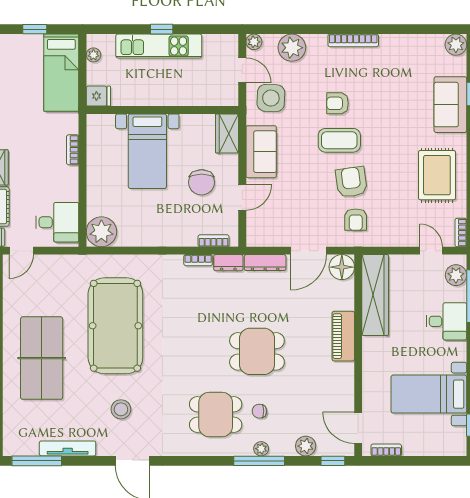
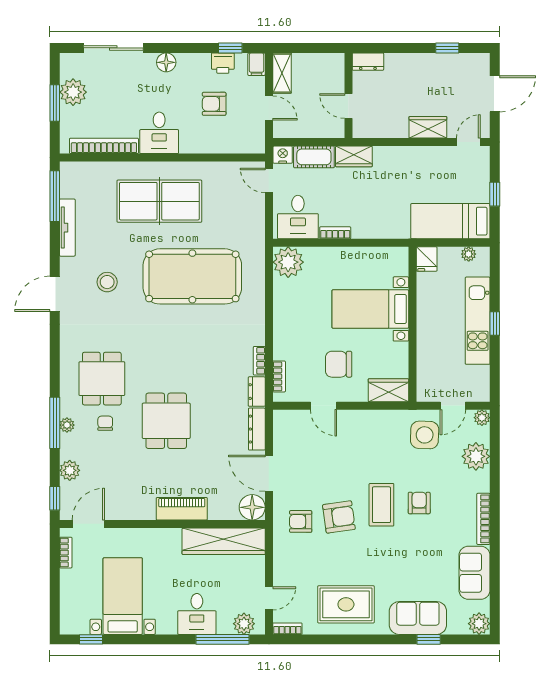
bookcase: (73, 150) -> (335, 233), moved
sofa: (261, 152) -> (475, 573), moved, turned 90

